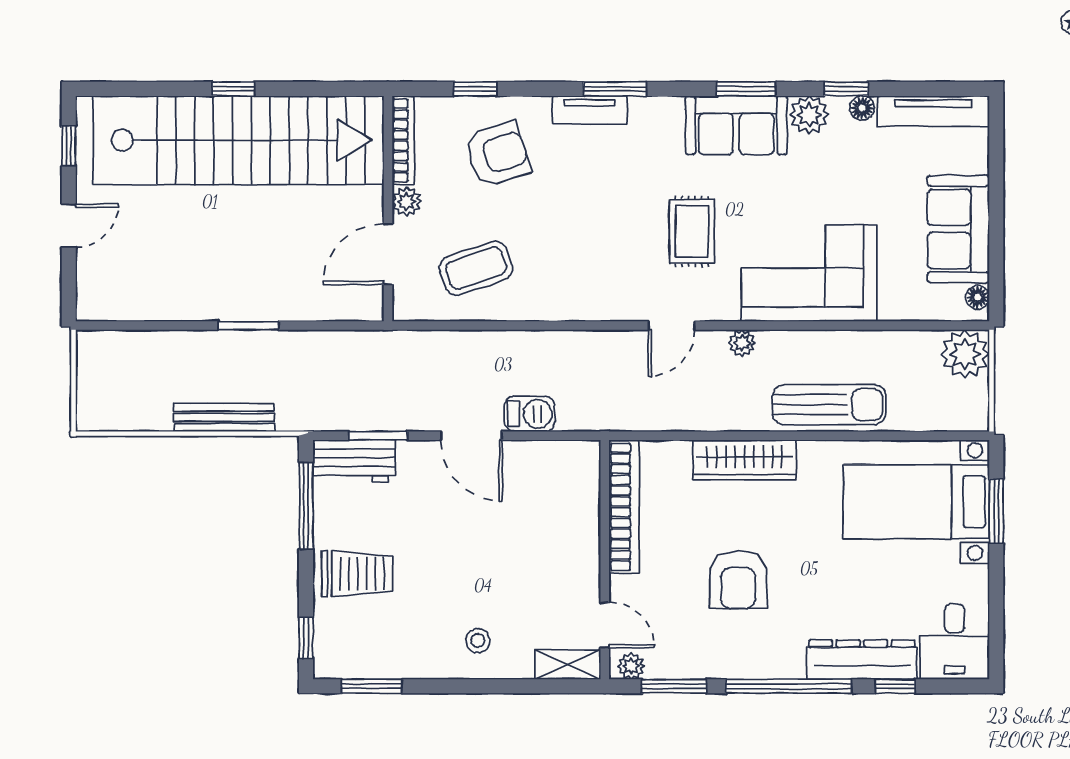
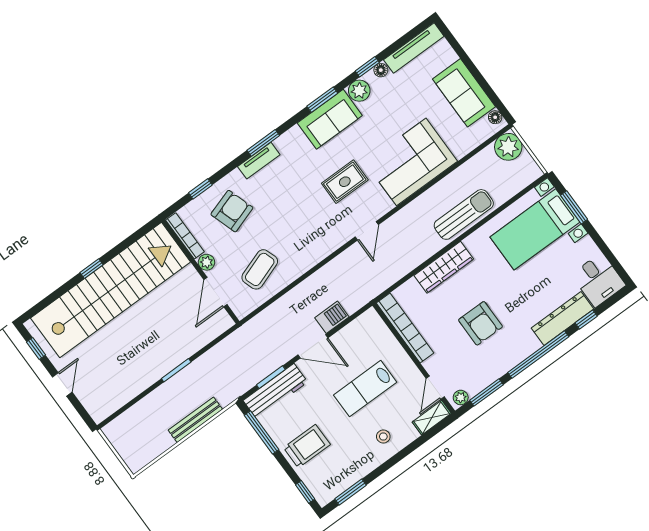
rug: (692, 231) -> (345, 182), turned 90
plant: (742, 343) -> (404, 215), removed
workbench: (354, 461) -> (275, 391), width x1.37
lab bench: (502, 552) -> (365, 389), added
door: (605, 625) -> (435, 388), swing flipped

